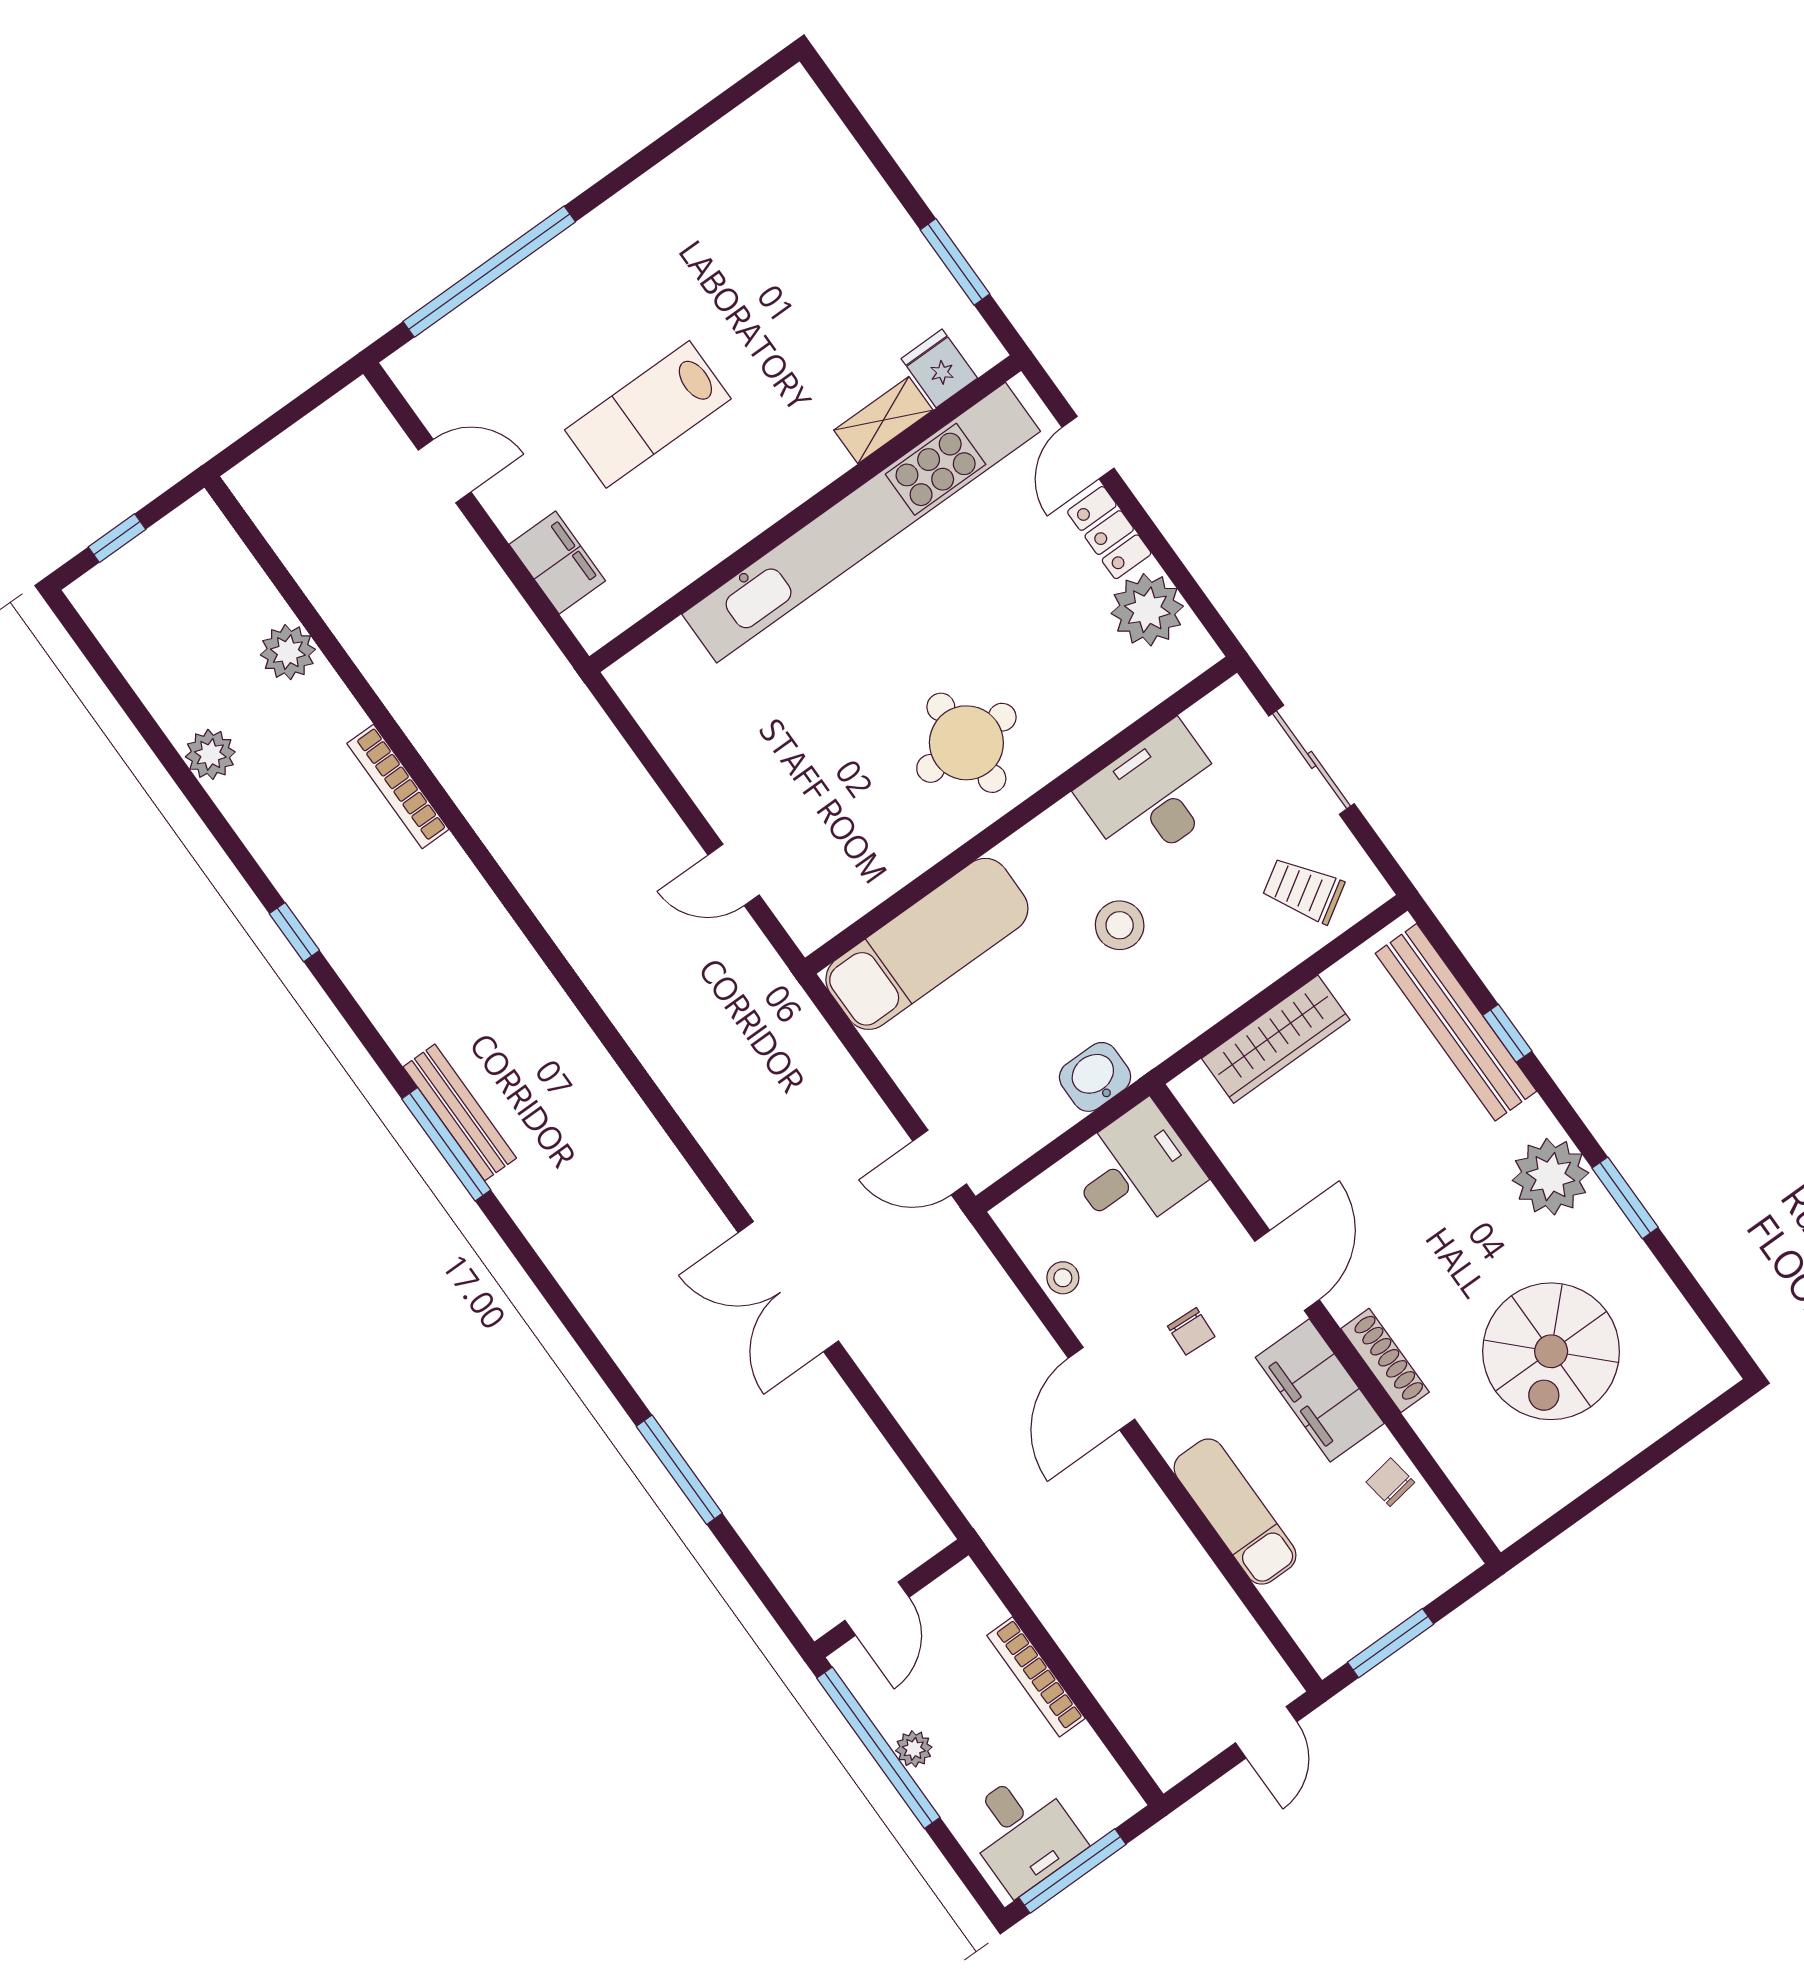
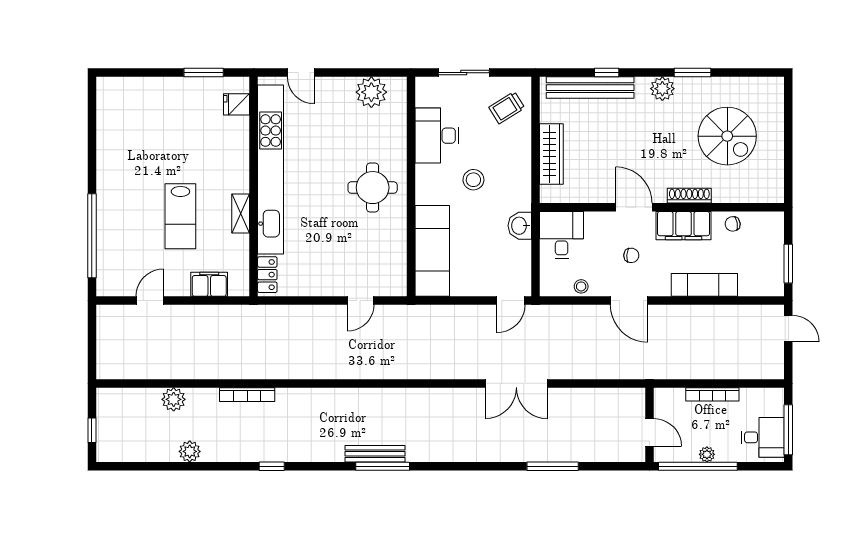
shelving: (883, 420) -> (241, 214), moved
locker: (1109, 533) -> (267, 275), moved, turned -90
plant: (1551, 1177) -> (662, 89), width x0.73, depth x0.73

